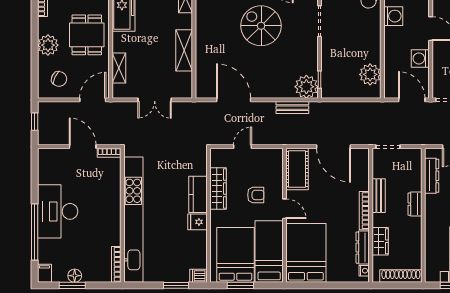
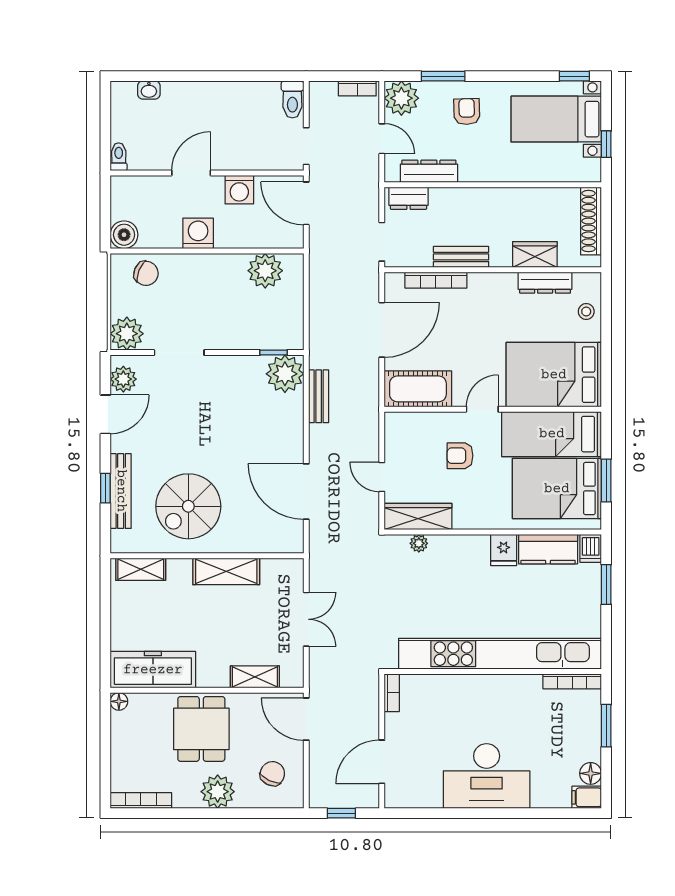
washing machine: (393, 16) -> (198, 233), moved
spiral stairs: (261, 26) -> (188, 506), moved
dining table: (87, 35) -> (201, 729), turned 90
door: (234, 100) -> (306, 492), hinge flipped
door: (412, 100) -> (306, 203), hinge flipped
door: (83, 147) -> (382, 762), moved
plant: (202, 169) -> (419, 543), added
wardrobe: (218, 188) -> (418, 517), moved
kitchen counter: (198, 194) -> (548, 549), moved
armchair: (256, 195) -> (460, 456), turned -90
dresser: (415, 204) -> (408, 198), moved
bookcase: (364, 211) -> (436, 280), moved
window: (35, 232) -> (520, 813), removed
nightstand: (364, 271) -> (582, 280), removed
stool: (345, 273) -> (586, 311), added
floor lamp: (75, 276) -> (591, 773), moved
window: (72, 285) -> (606, 726), moved

